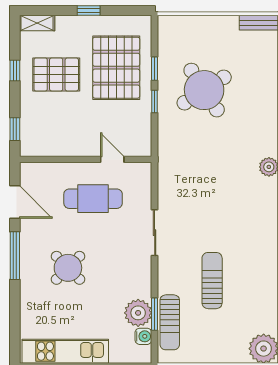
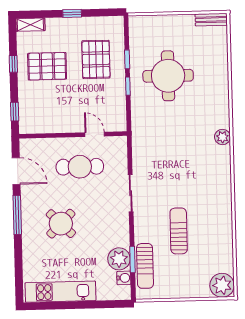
pallet: (116, 68) -> (96, 59), width x0.73, depth x0.71
round table: (204, 90) -> (168, 76), turned 33

